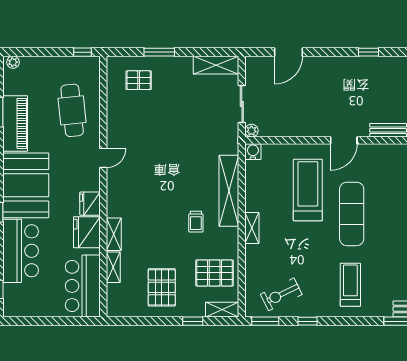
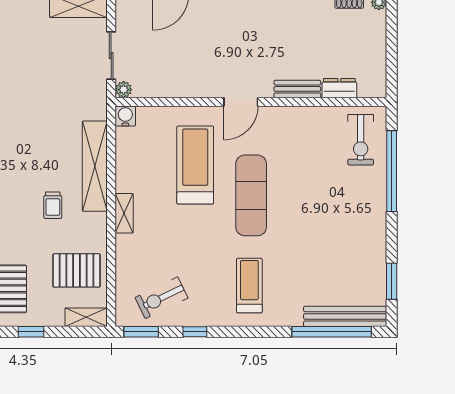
window: (193, 321) -> (31, 332), moved

